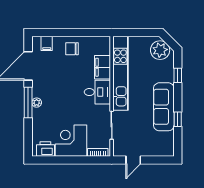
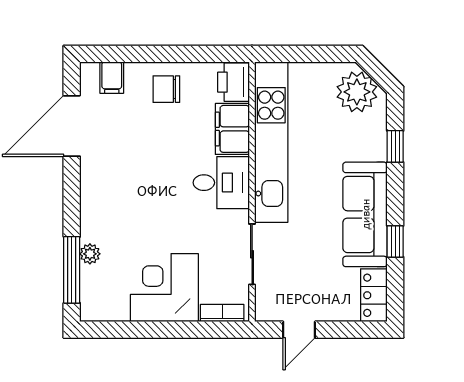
window: (28, 103) -> (72, 270), moved
plant: (37, 103) -> (90, 254), moved
locker: (168, 144) -> (374, 295), added
printer: (45, 149) -> (234, 82), moved, turned -90

